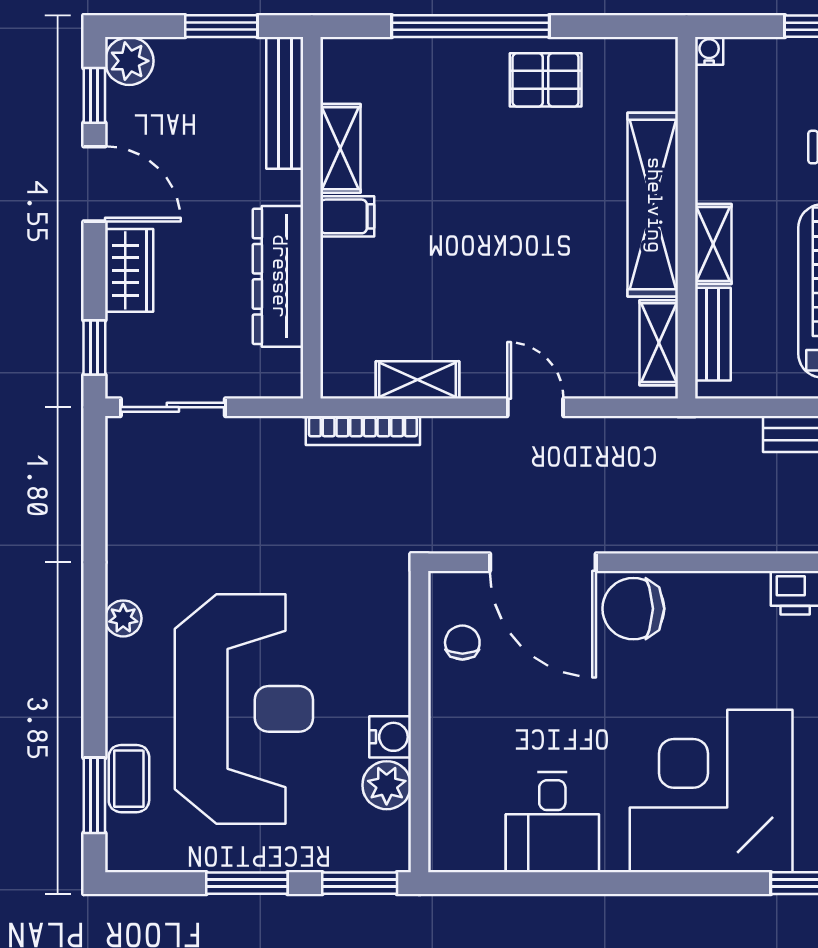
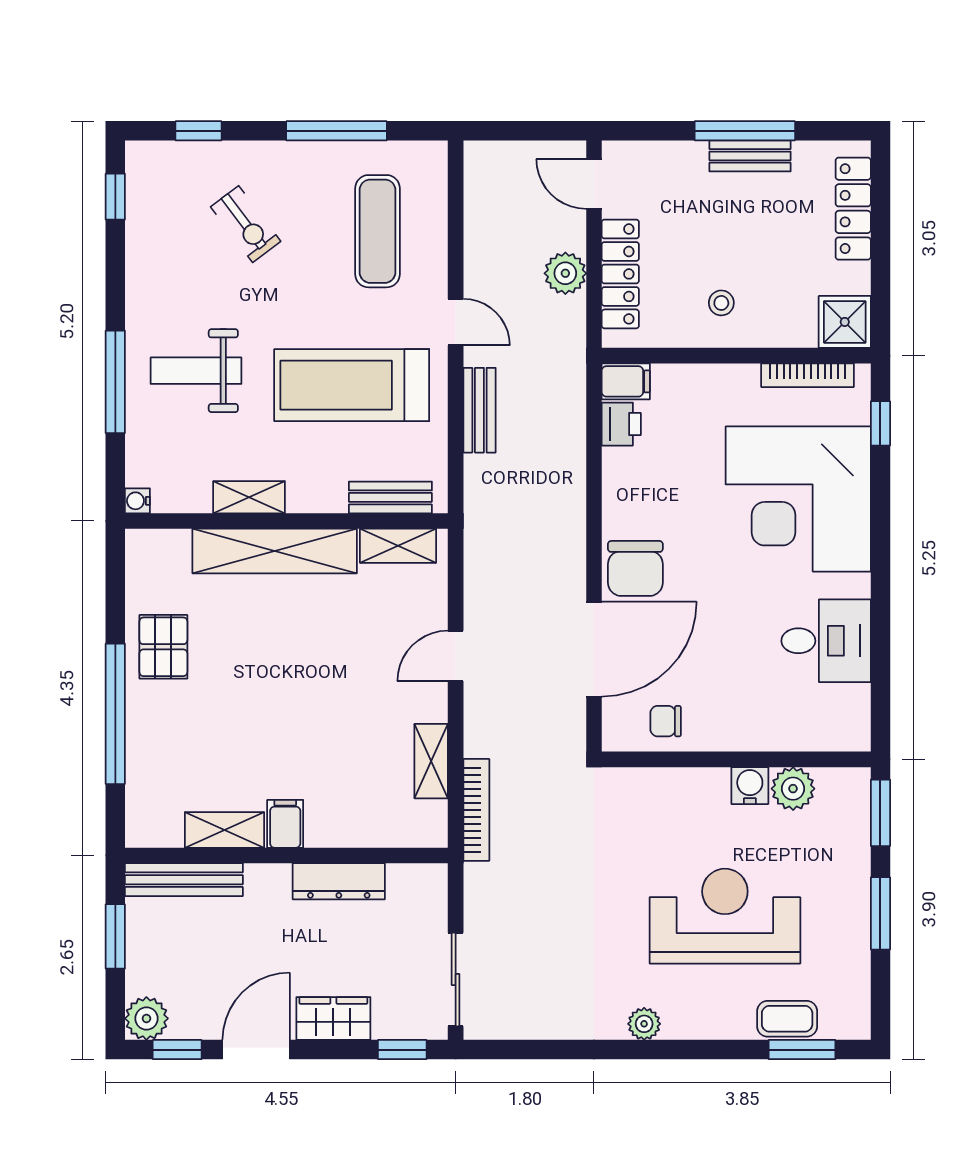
shelving: (713, 244) -> (249, 497), moved
dresser: (278, 276) -> (339, 881), width x0.73, depth x0.80
reception desk: (244, 709) -> (725, 916), width x0.74, depth x0.77

